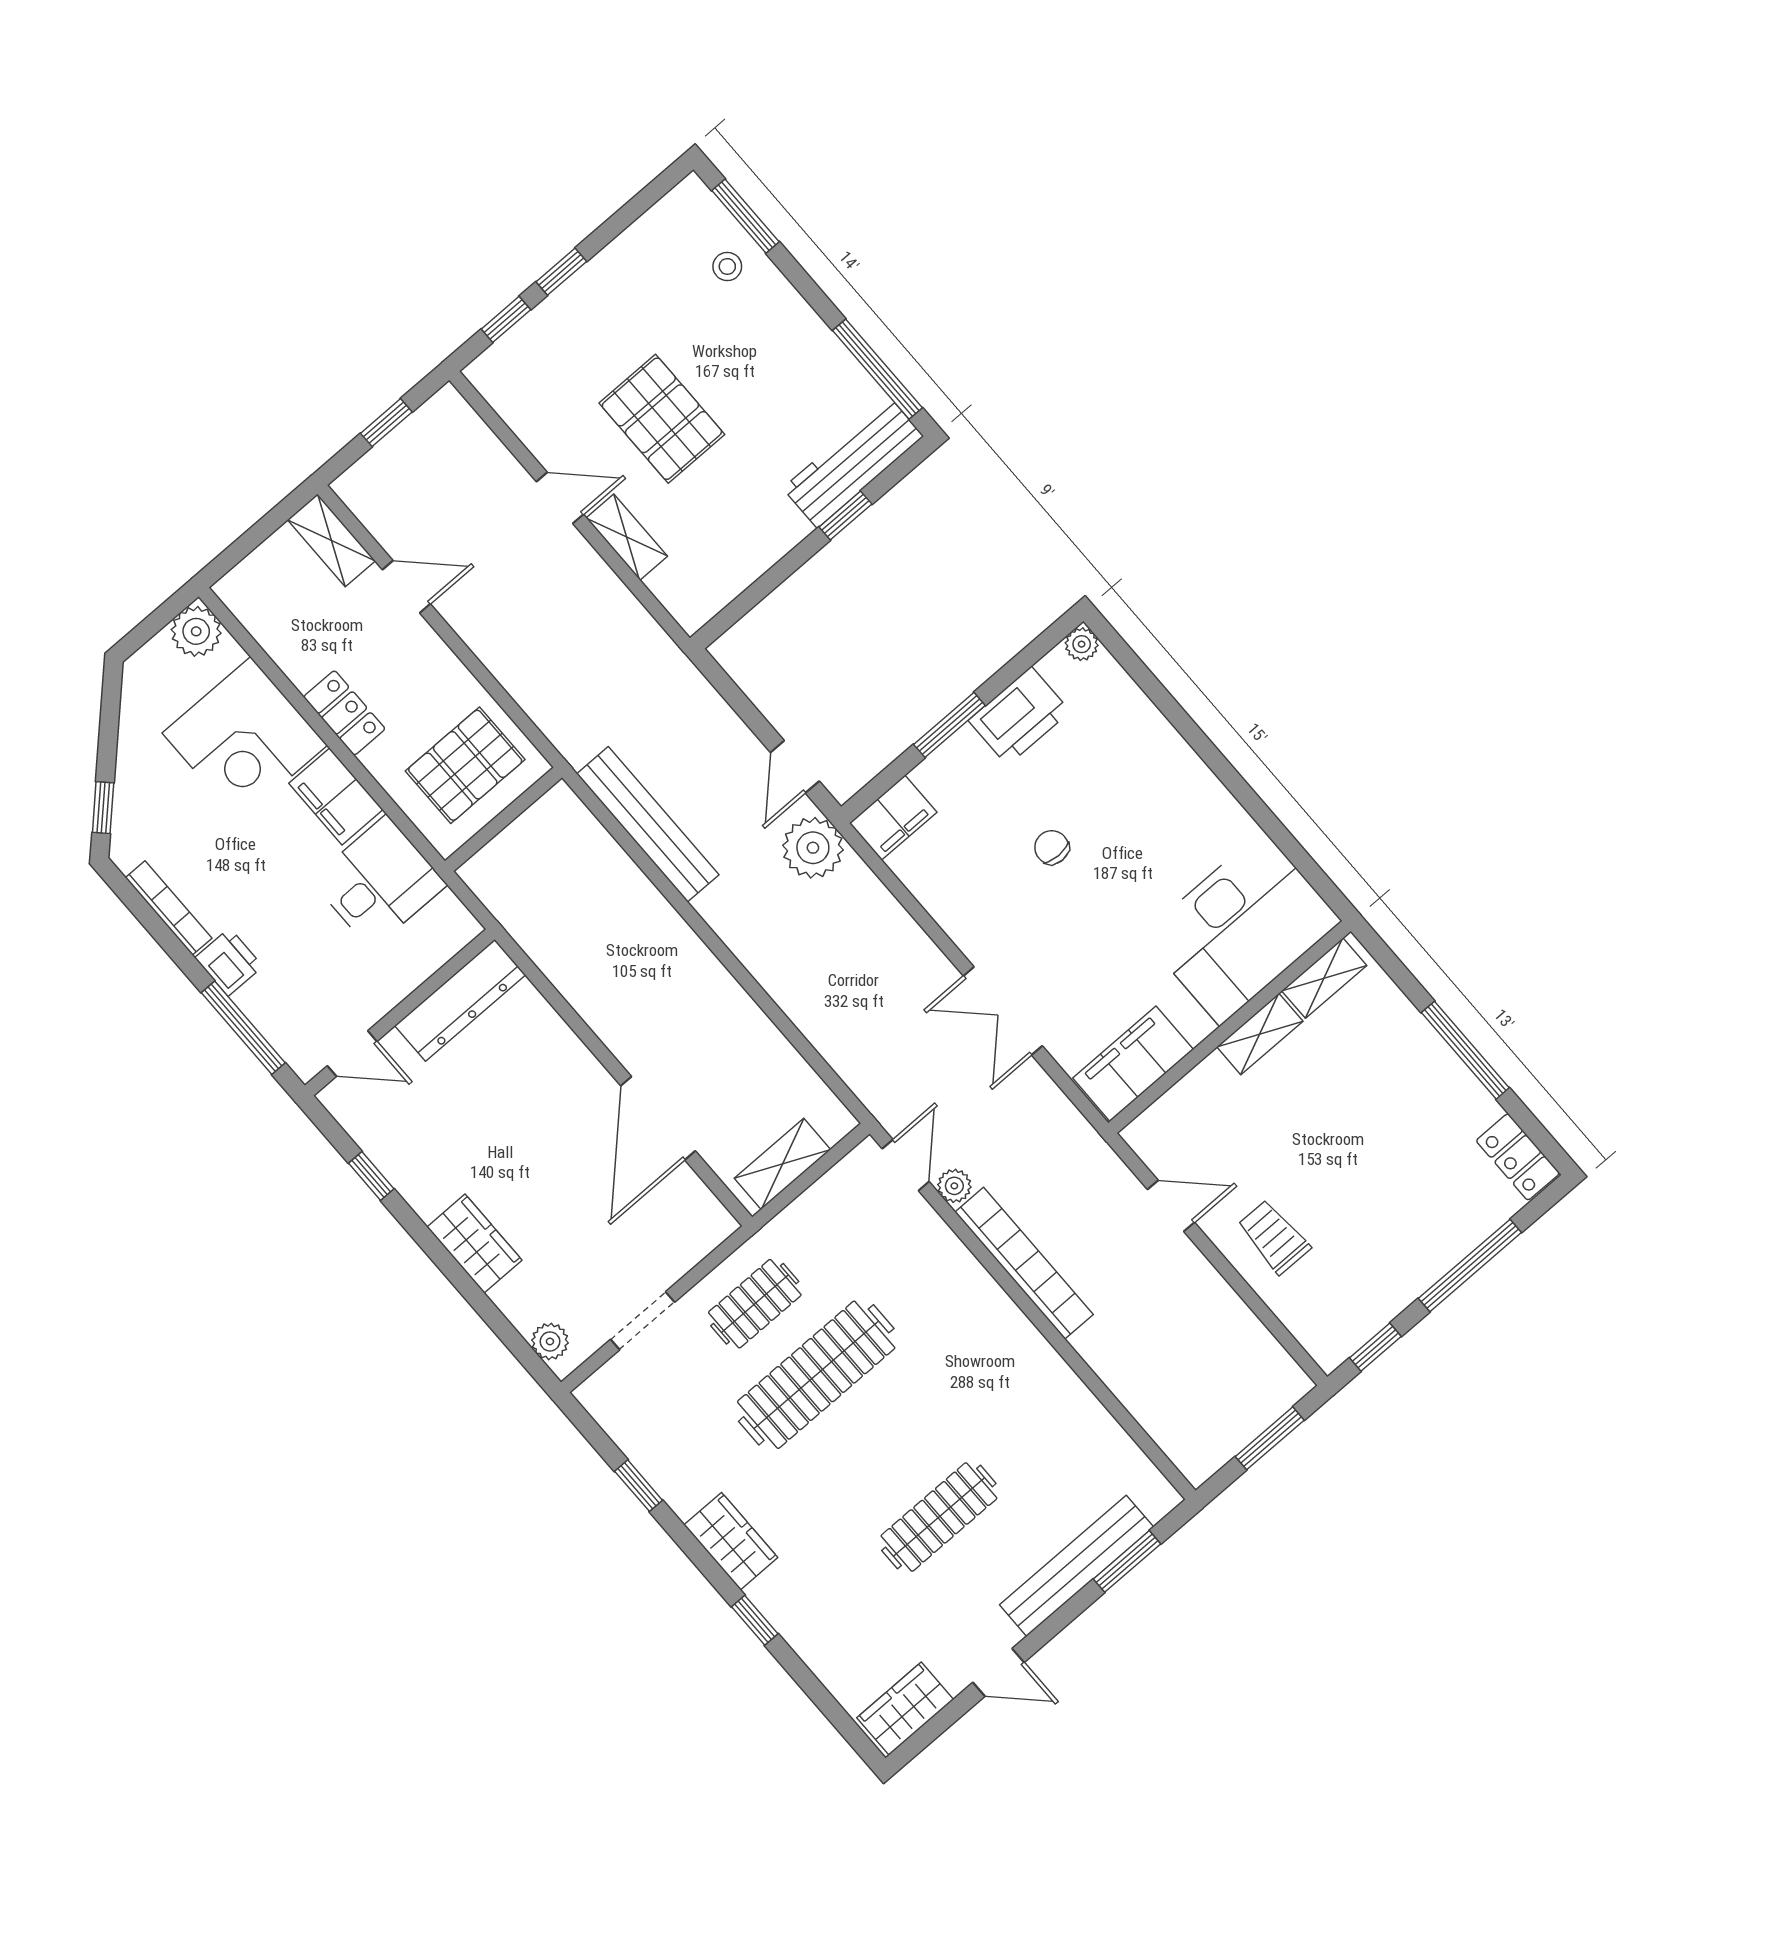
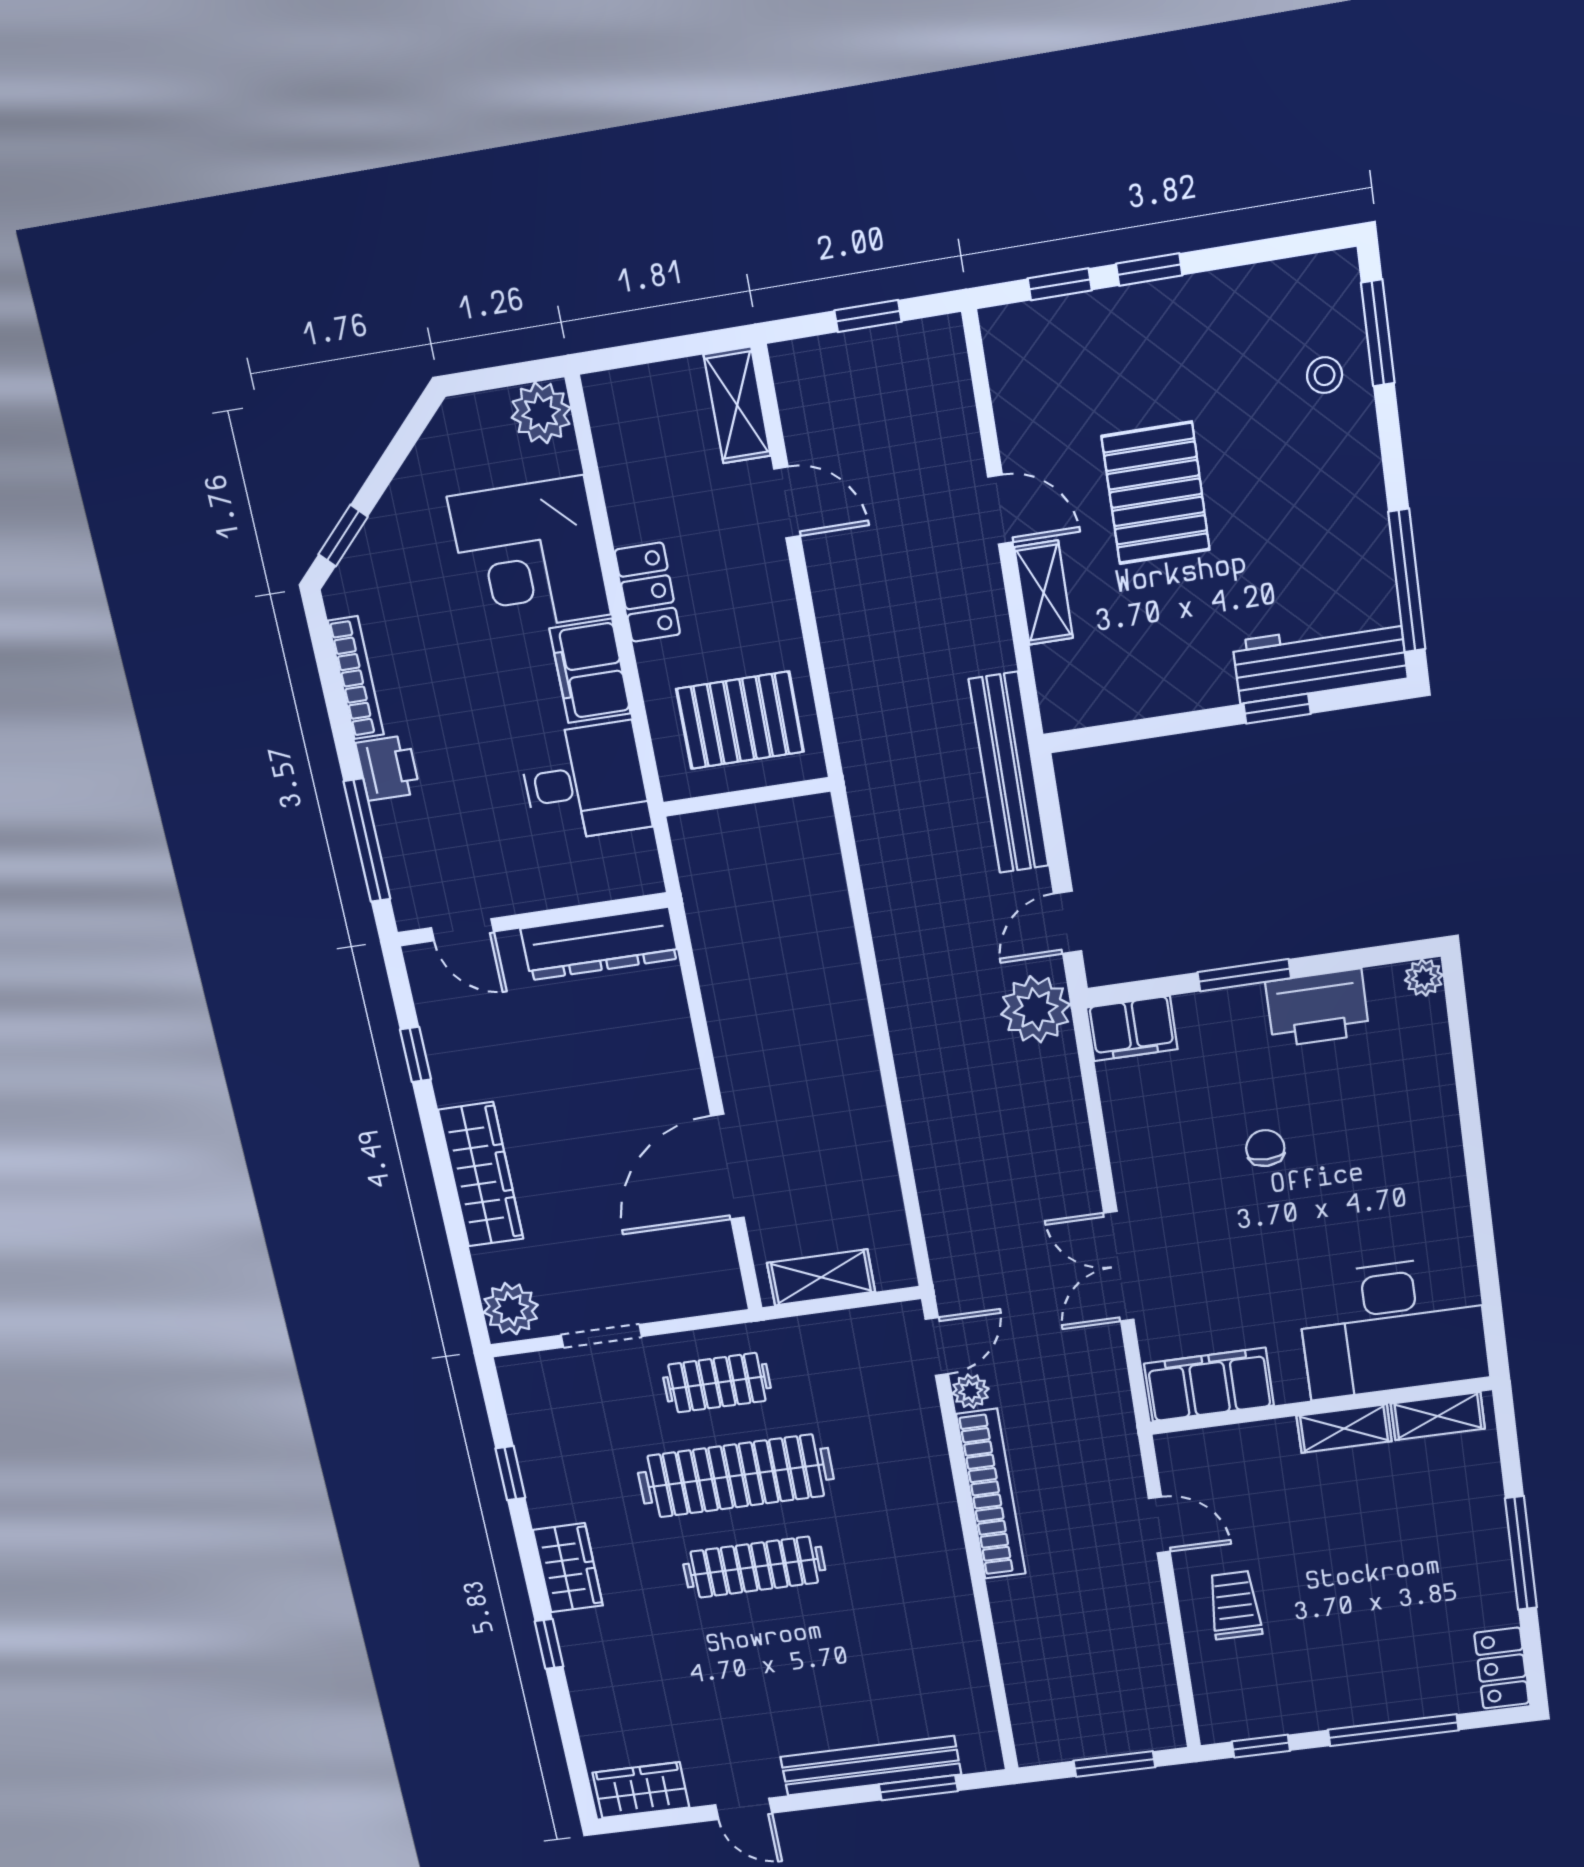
bench: (648, 824) -> (1009, 773), moved
wardrobe: (474, 1244) -> (481, 1174), width x1.50
plant: (550, 1341) -> (511, 1309), width x1.38, depth x1.38
clothes rail: (939, 1517) -> (754, 1567), moved

